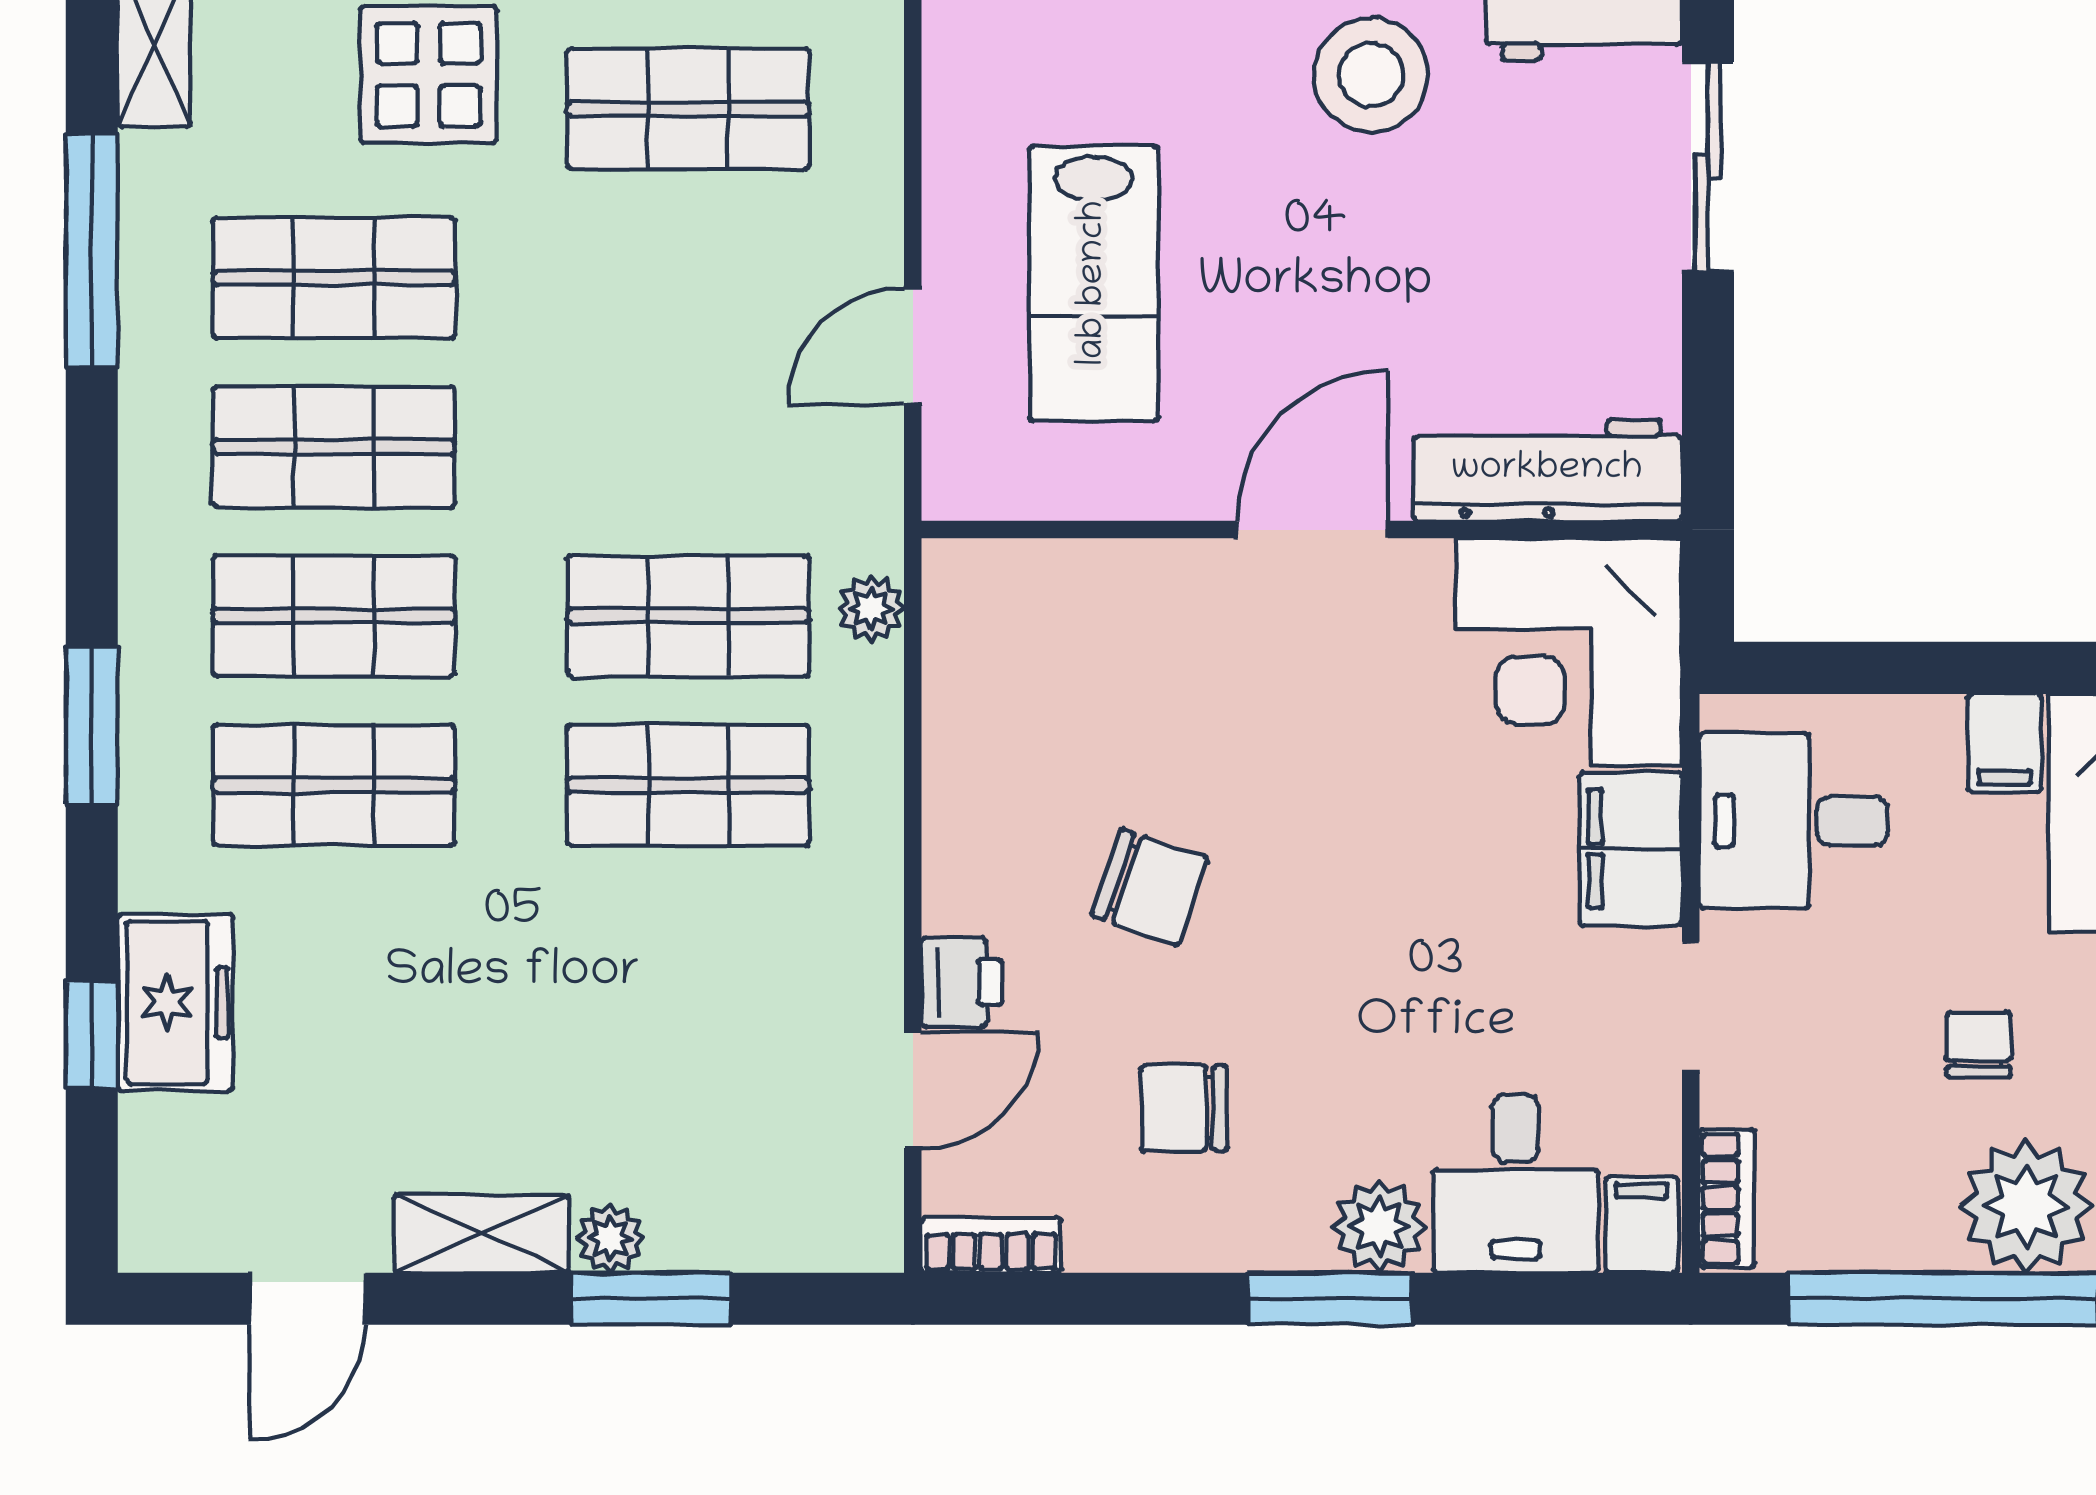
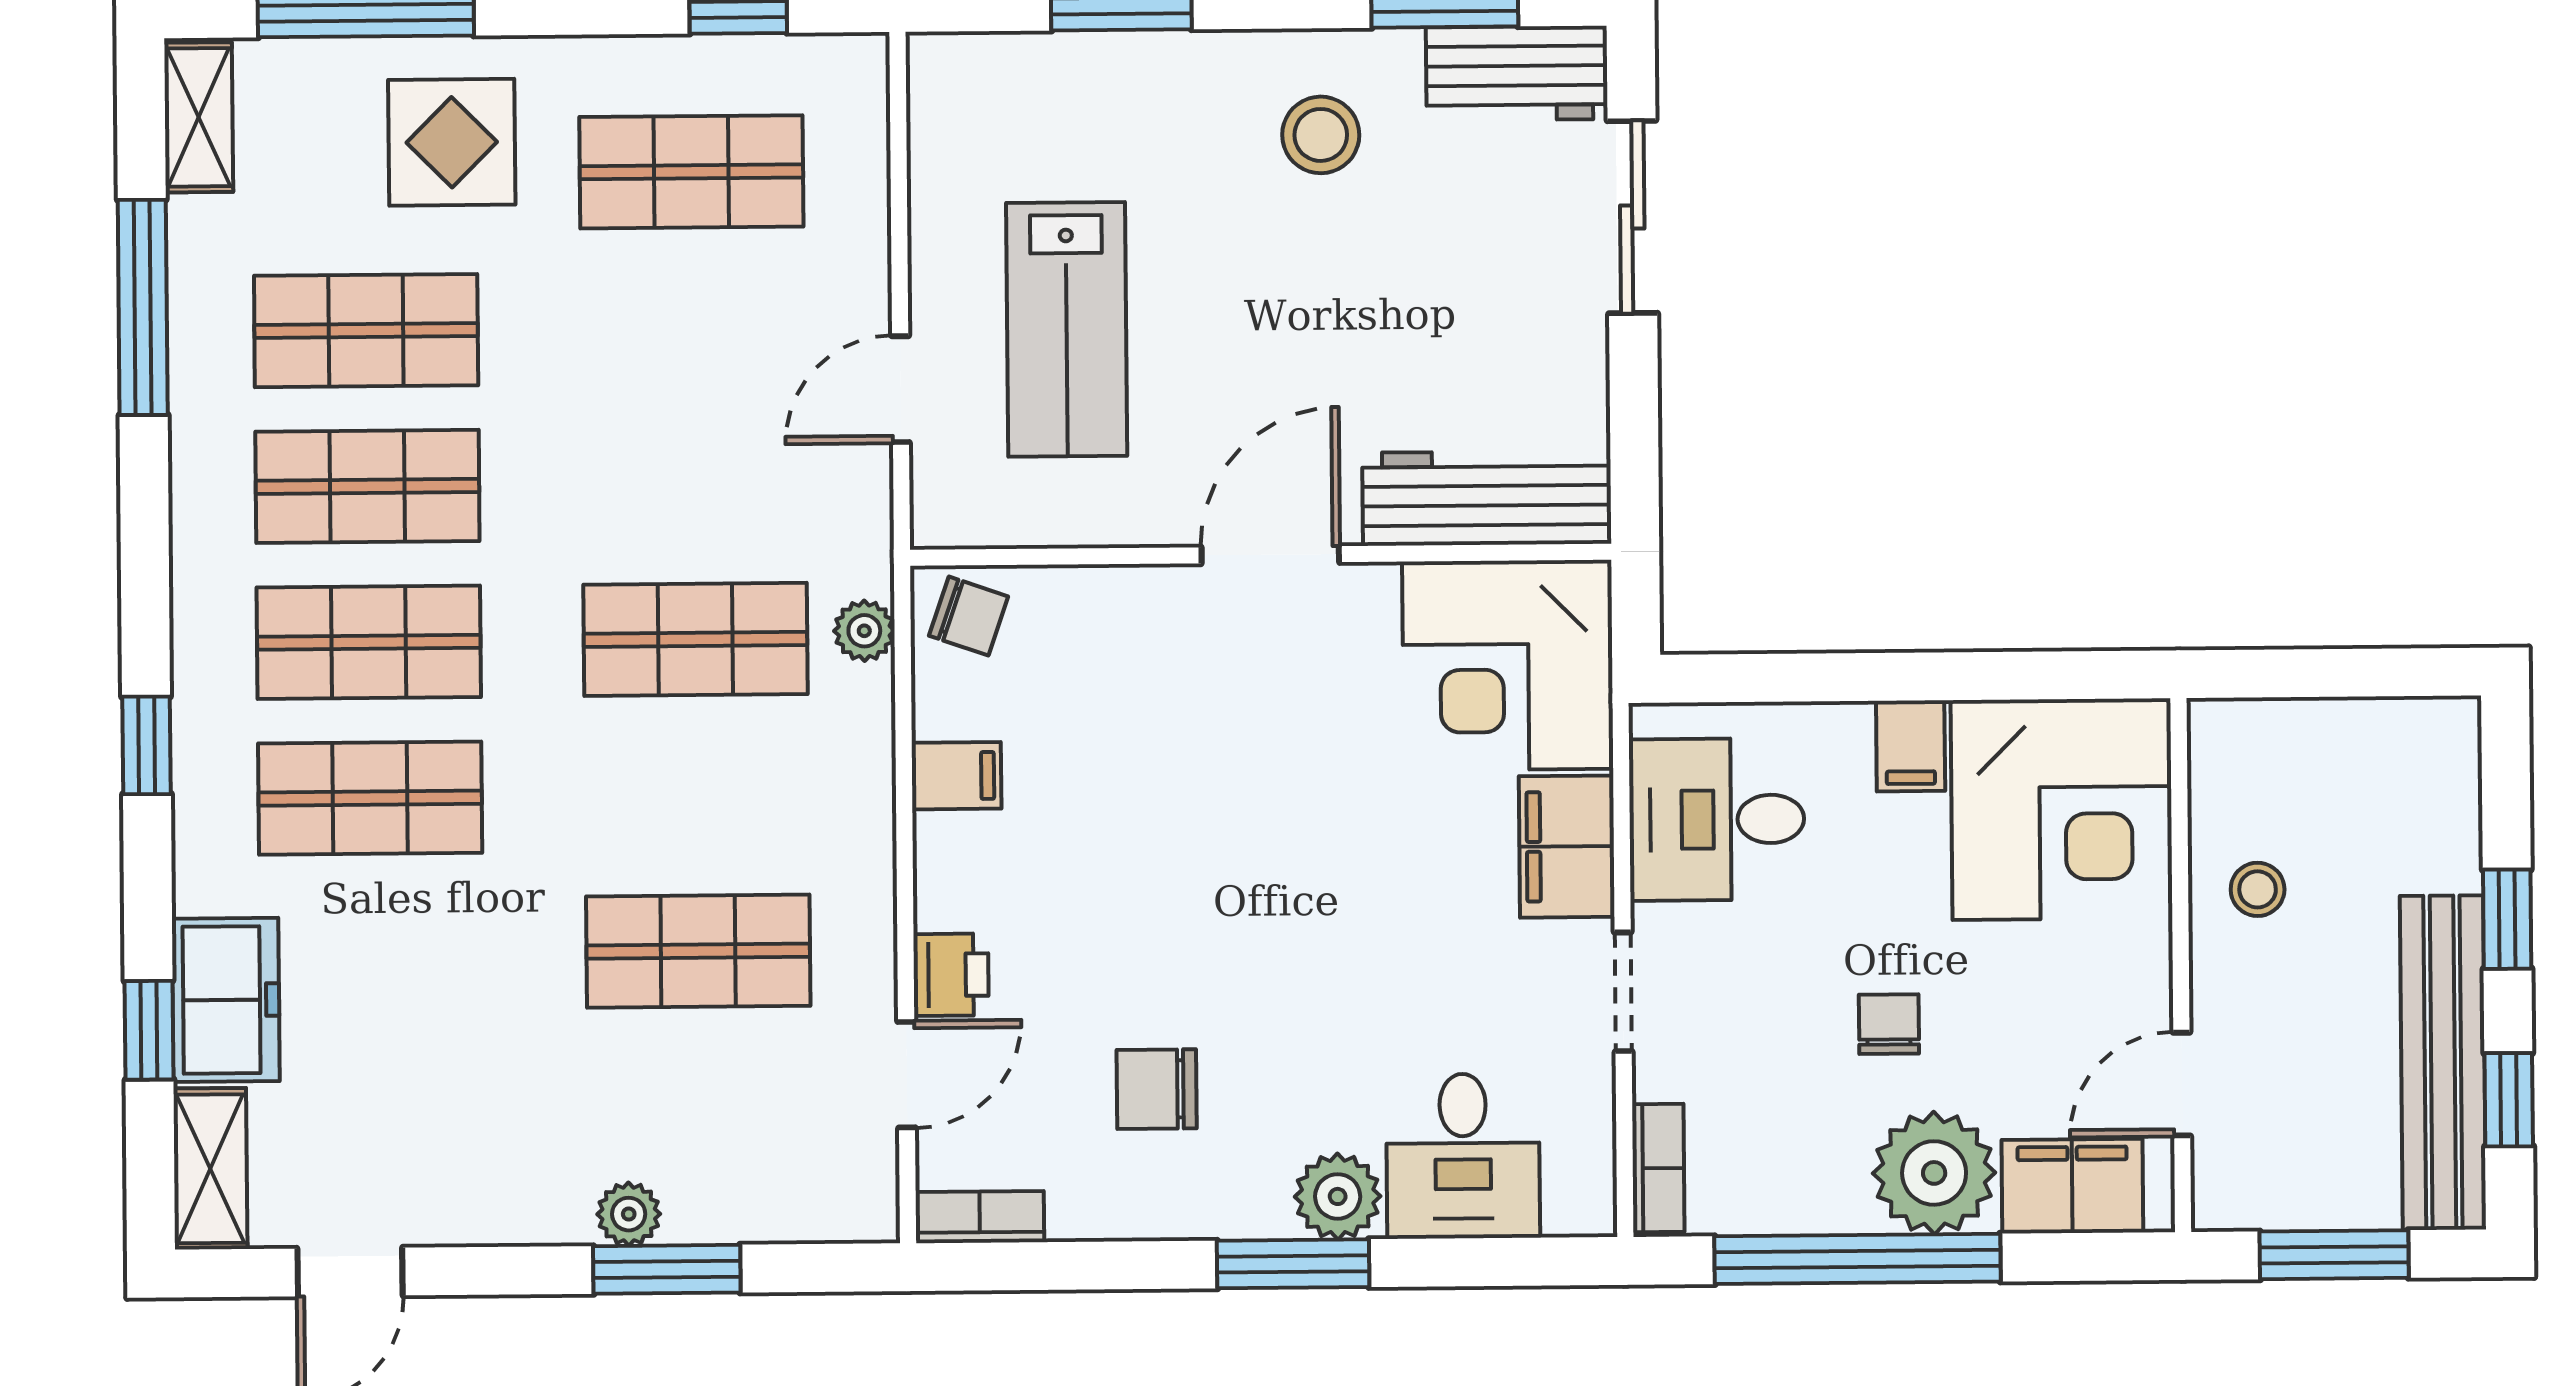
stool: (1371, 75) -> (1321, 135), width x0.73, depth x0.73
window: (92, 726) -> (146, 745), width x0.67
shop shelf: (688, 785) -> (698, 951), moved
chair: (1150, 887) -> (969, 616), moved, width x0.73, depth x0.73
filing cabinet: (1641, 1225) -> (956, 776), moved, turned 90
shelving: (482, 1234) -> (210, 1169), moved, turned 90

